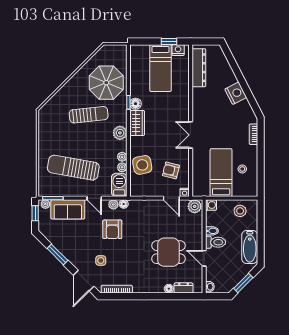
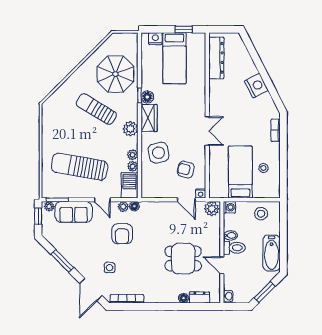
nightstand: (178, 50) -> (155, 39), moved
sun lounger: (89, 115) -> (96, 109), turned -143
double door: (191, 135) -> (207, 131), swing flipped
side table: (142, 165) -> (159, 153), moved

